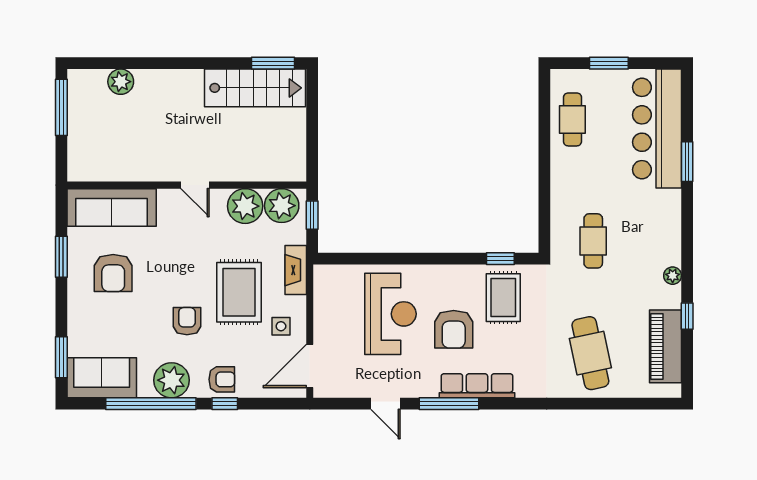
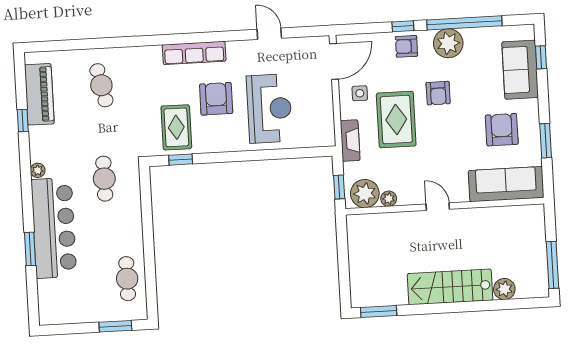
window: (609, 63) -> (115, 326), moved
stairs: (255, 88) -> (450, 287), moved
bar counter: (657, 129) -> (54, 228), moved
plant: (245, 206) -> (389, 199), width x0.53, depth x0.53
plant: (673, 276) -> (38, 170), moved
reception desk: (390, 314) -> (269, 109), turned 180
cafe table: (590, 353) -> (101, 85), width x0.73, depth x0.74
window: (61, 357) -> (541, 57), width x0.67
sofa: (102, 378) -> (520, 70), moved, turned 90
window: (449, 404) -> (217, 37), removed

